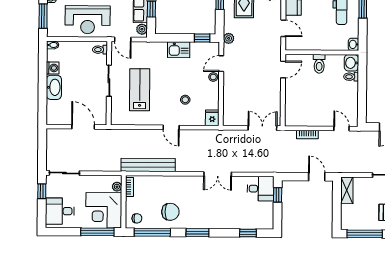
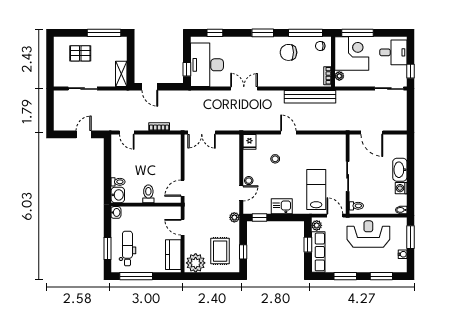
lab bench: (140, 90) -> (316, 189), moved, turned 180
desk: (261, 189) -> (207, 65), width x1.87, depth x1.30

